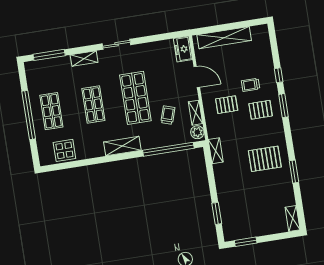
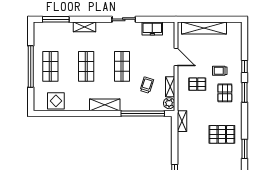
sliding door: (116, 44) -> (124, 19), moved
freezer: (183, 49) -> (152, 28), moved, turned -90
shop shelf: (135, 98) -> (122, 66), width x0.70, depth x0.74
pallet: (261, 110) -> (225, 93), turned 90

